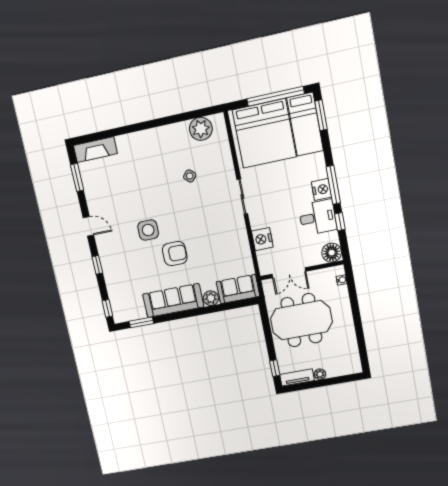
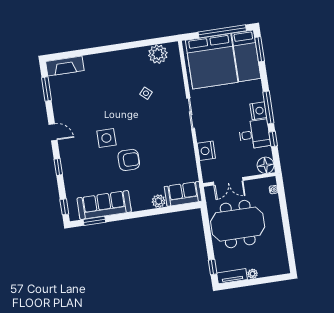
sofa: (173, 300) -> (104, 205), moved

